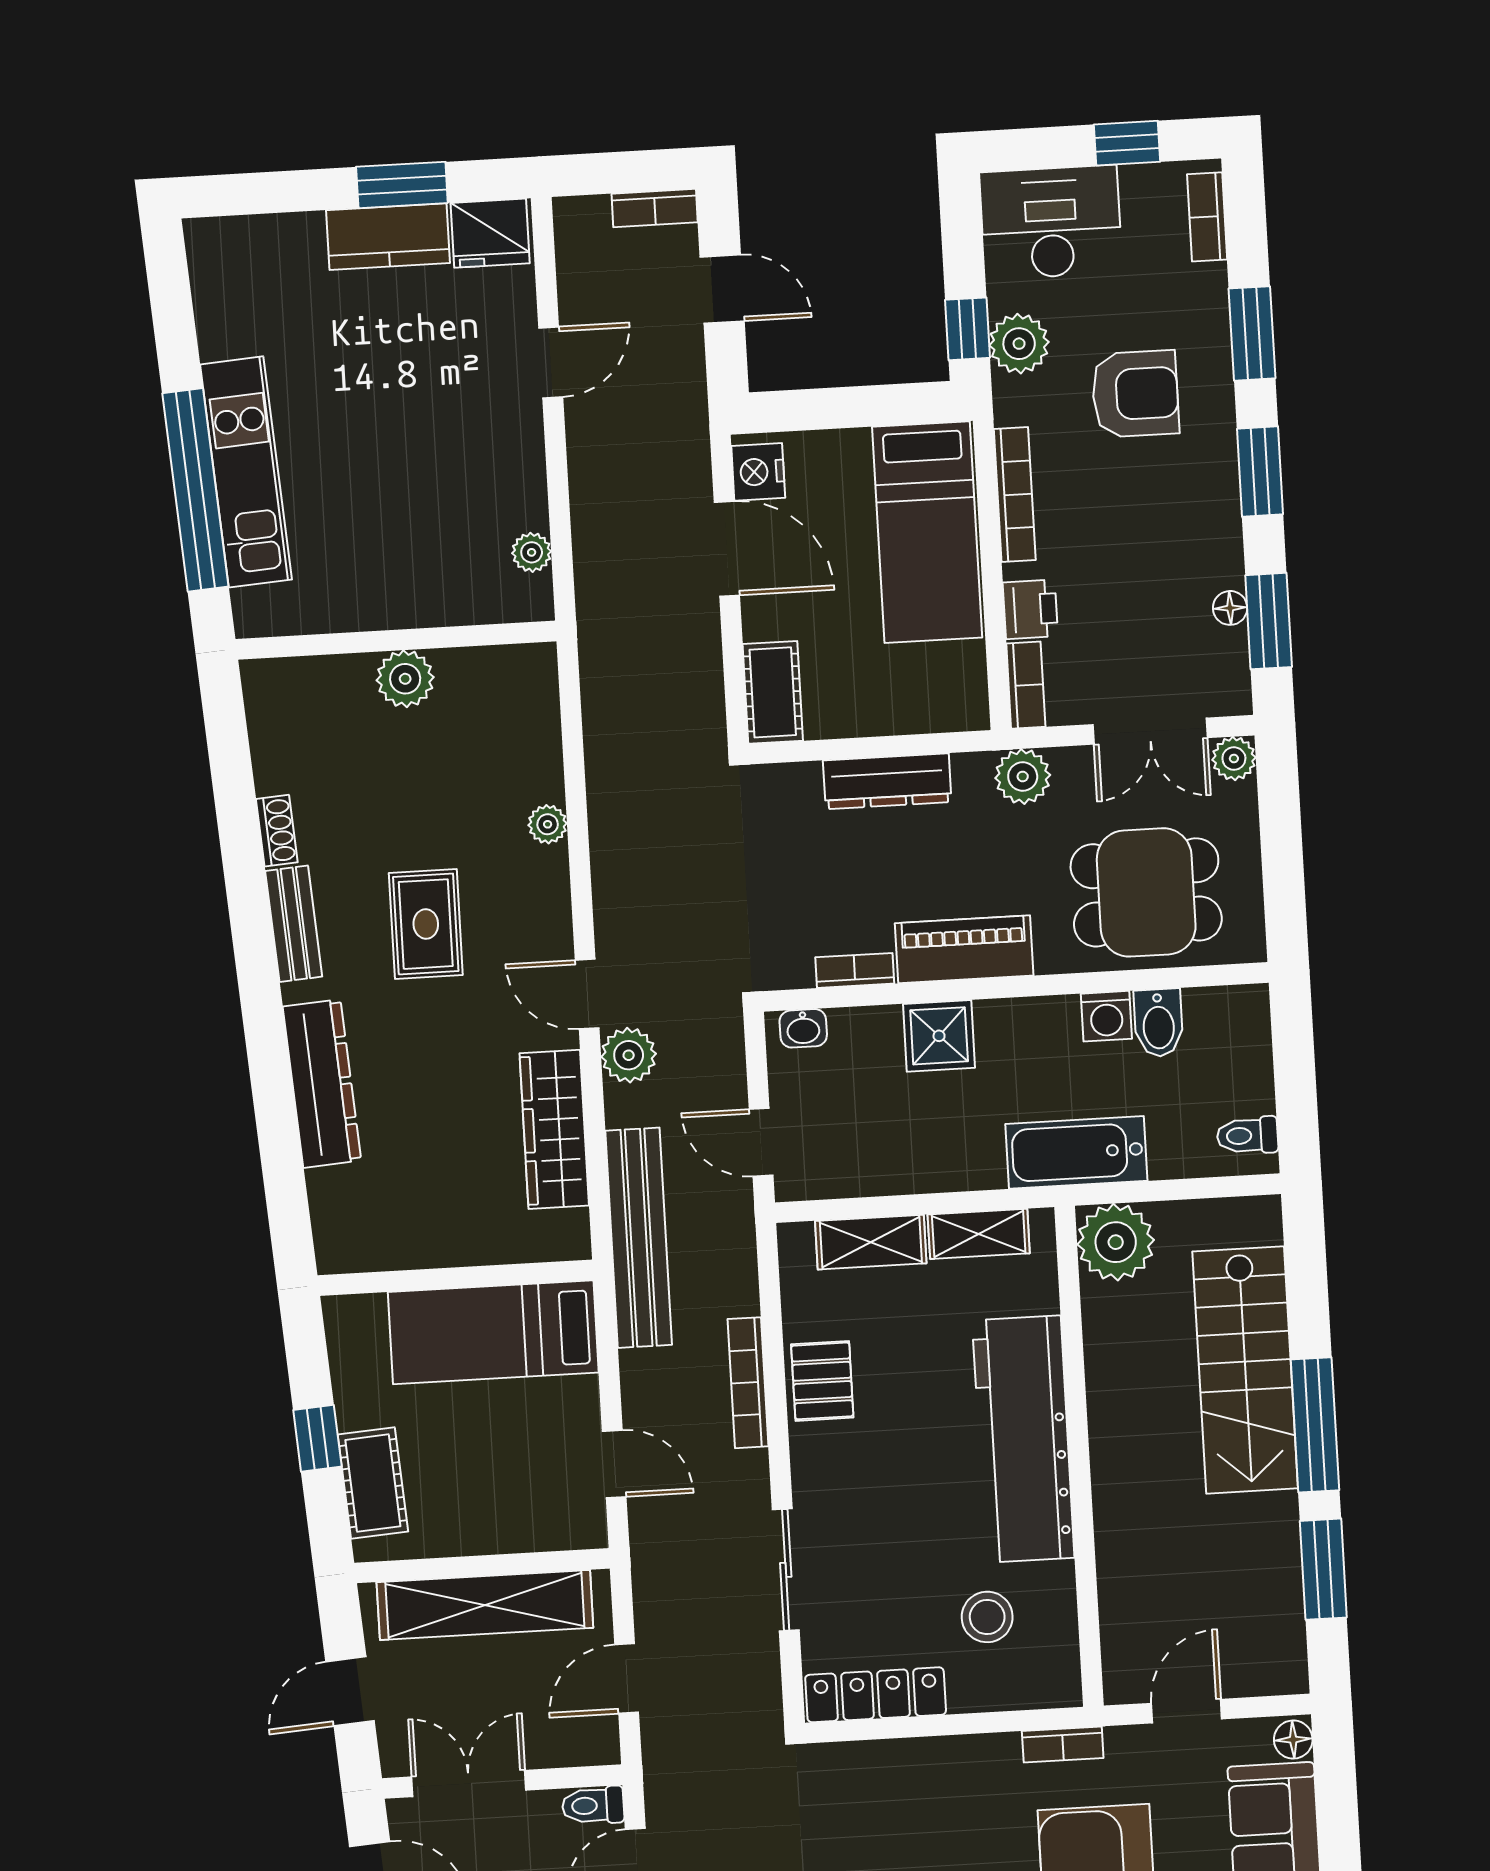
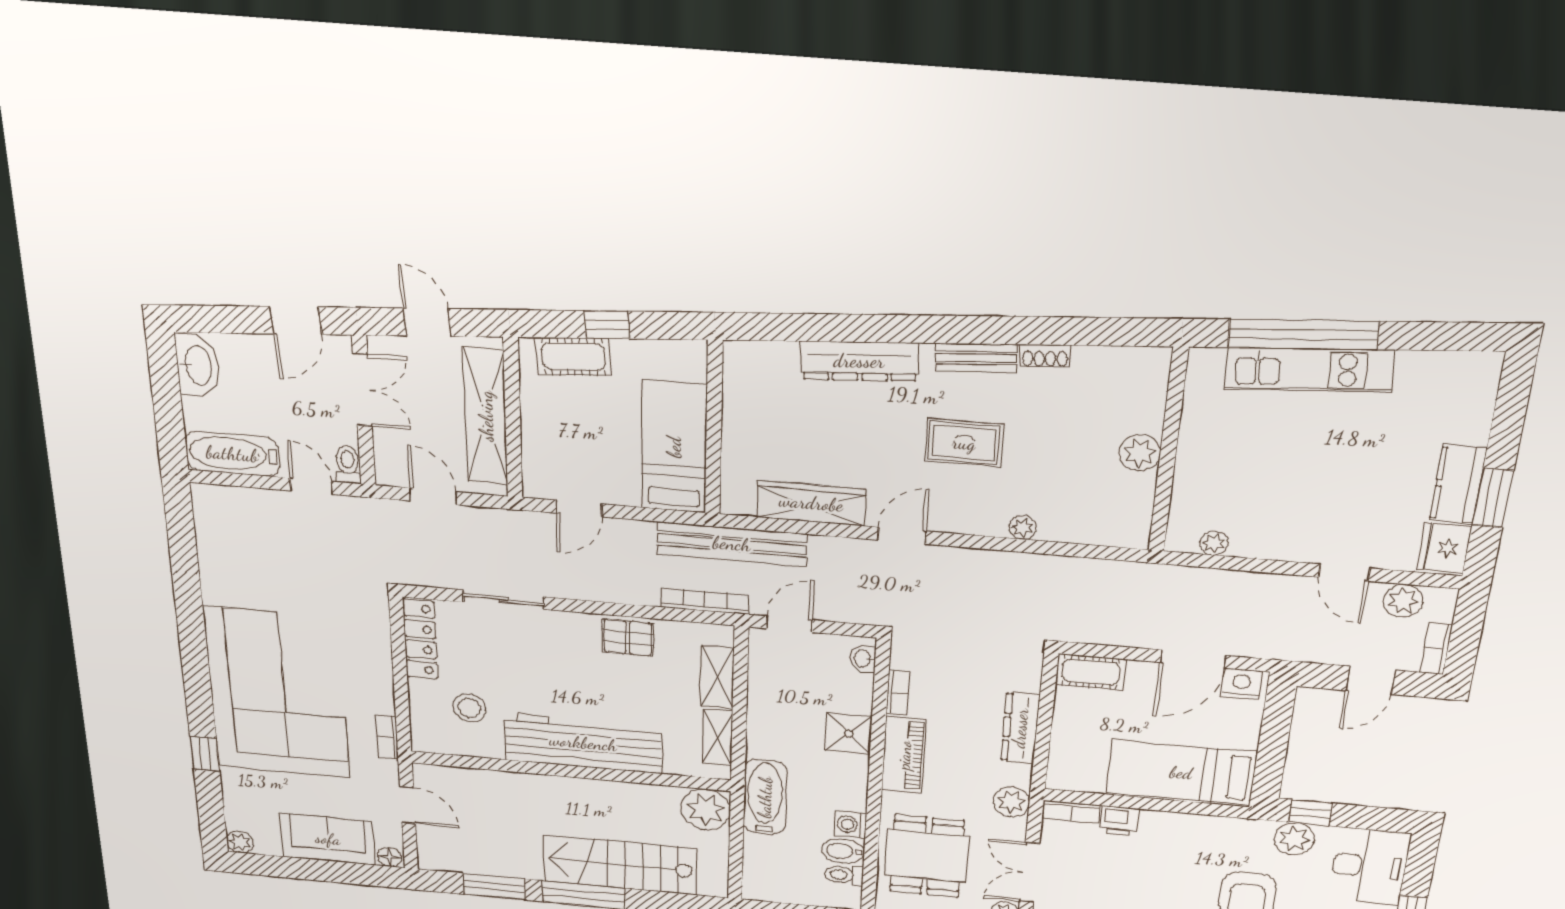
bookcase: (1015, 495) -> (1196, 823), removed
plant: (629, 1055) -> (1403, 601), moved
toilet: (1247, 1136) -> (844, 875), moved, turned -90
bookcase: (748, 1383) -> (705, 601), moved

